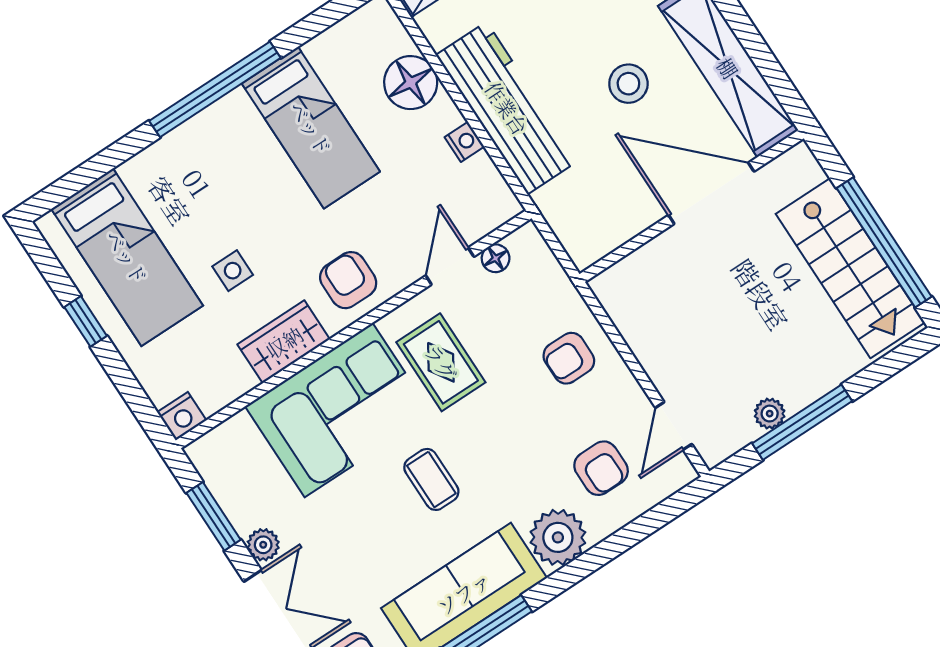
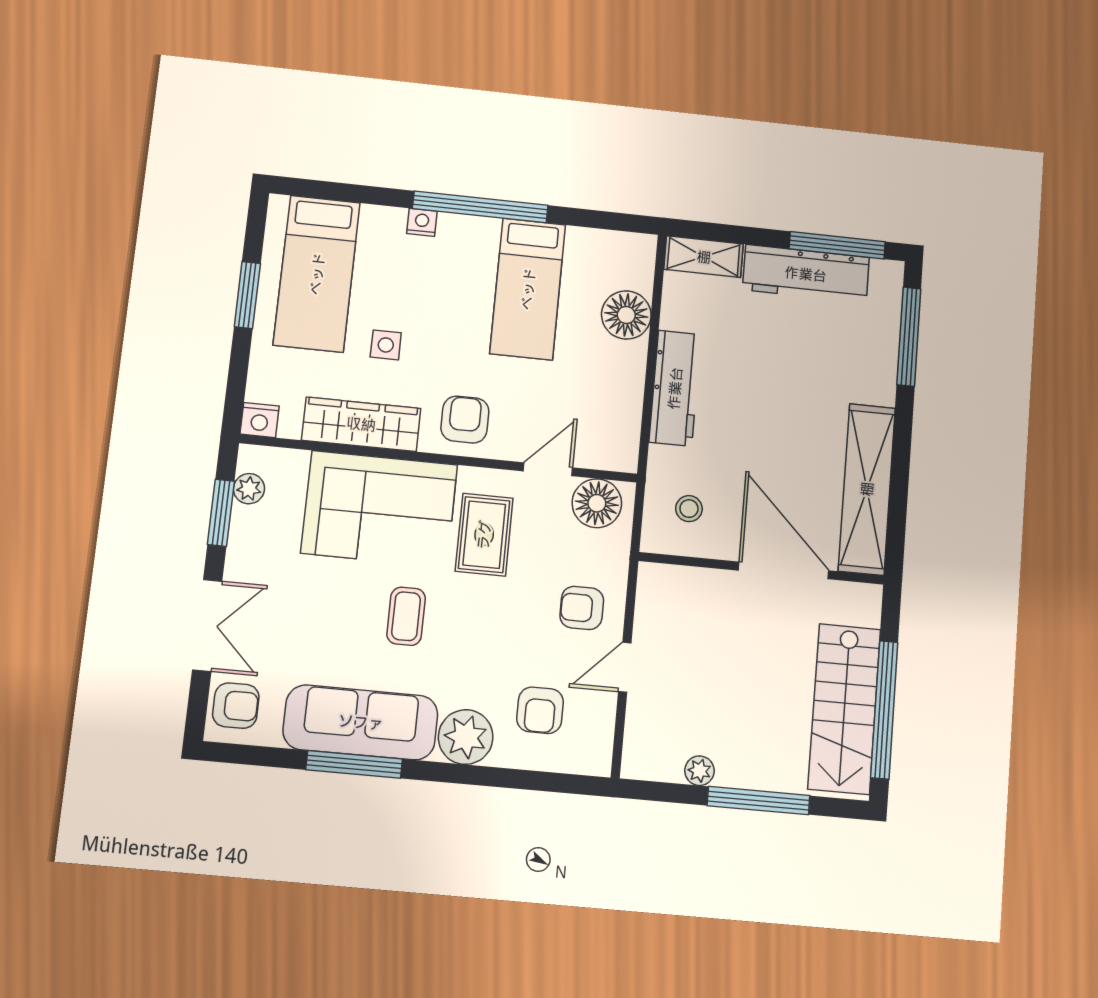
stool: (628, 84) -> (689, 509), moved, width x0.73, depth x0.73
workbench: (507, 108) -> (675, 388), width x0.73, depth x0.76
nightstand: (464, 142) -> (422, 222), moved, turned -90
floor lamp: (496, 258) -> (597, 503), width x1.89, depth x1.89
window: (86, 321) -> (247, 295), width x1.50
wardrobe: (284, 342) -> (361, 424), width x1.50
window: (802, 422) -> (759, 801), moved
door: (674, 426) -> (625, 667), moved
plant: (263, 545) -> (249, 489), moved

